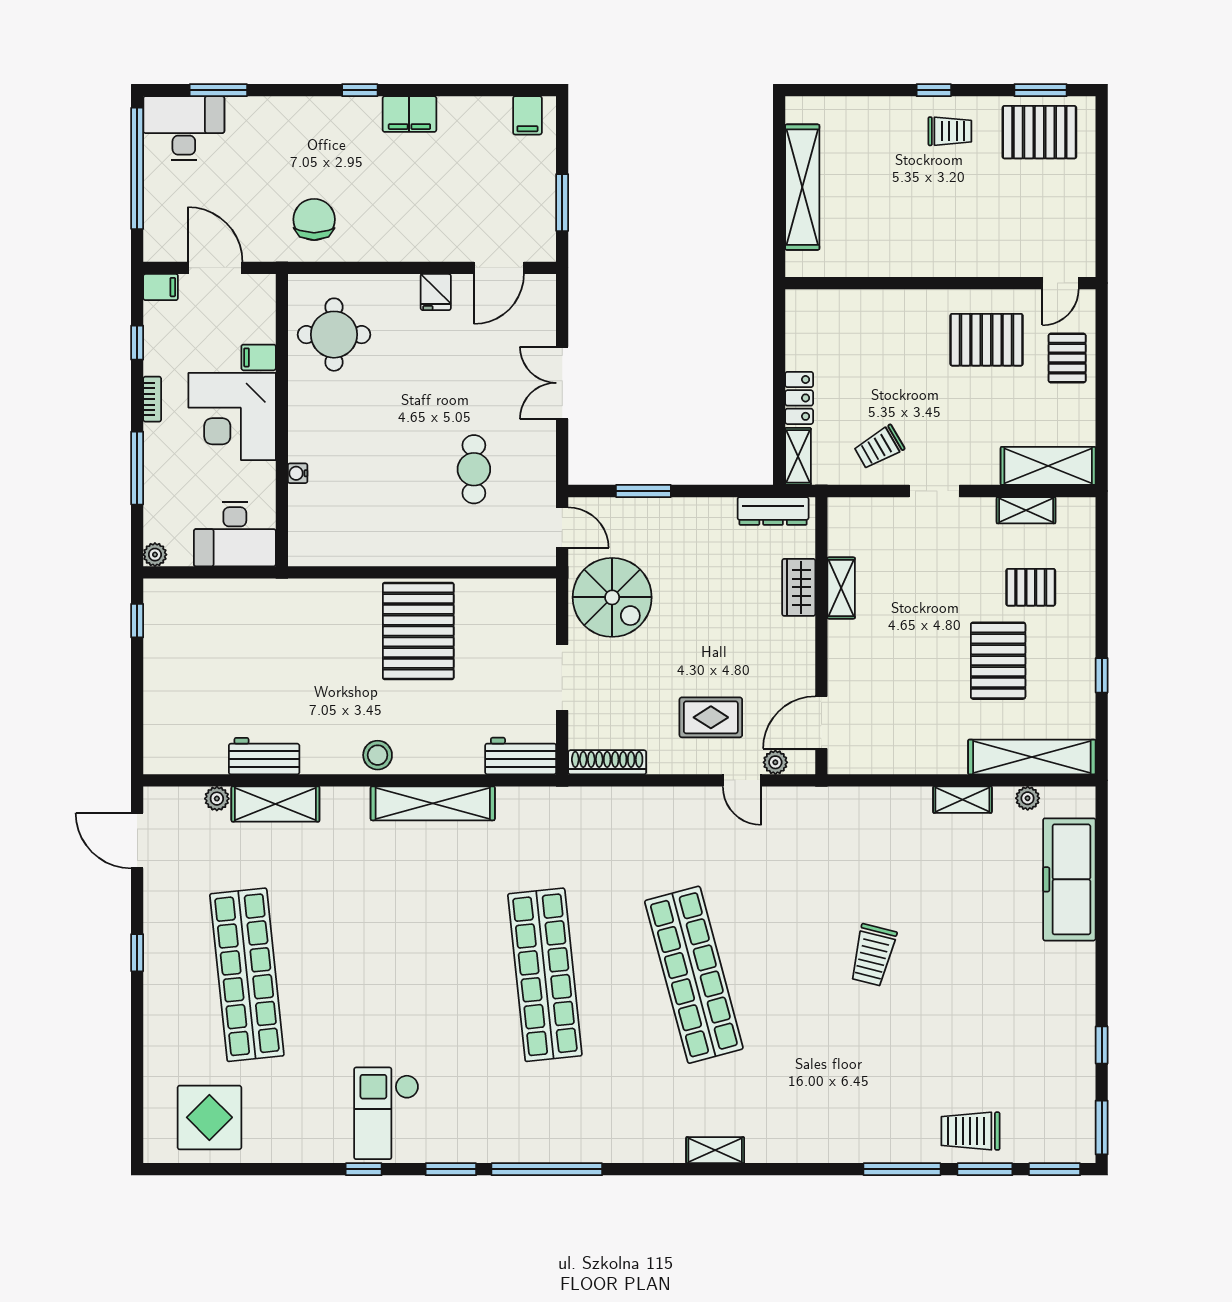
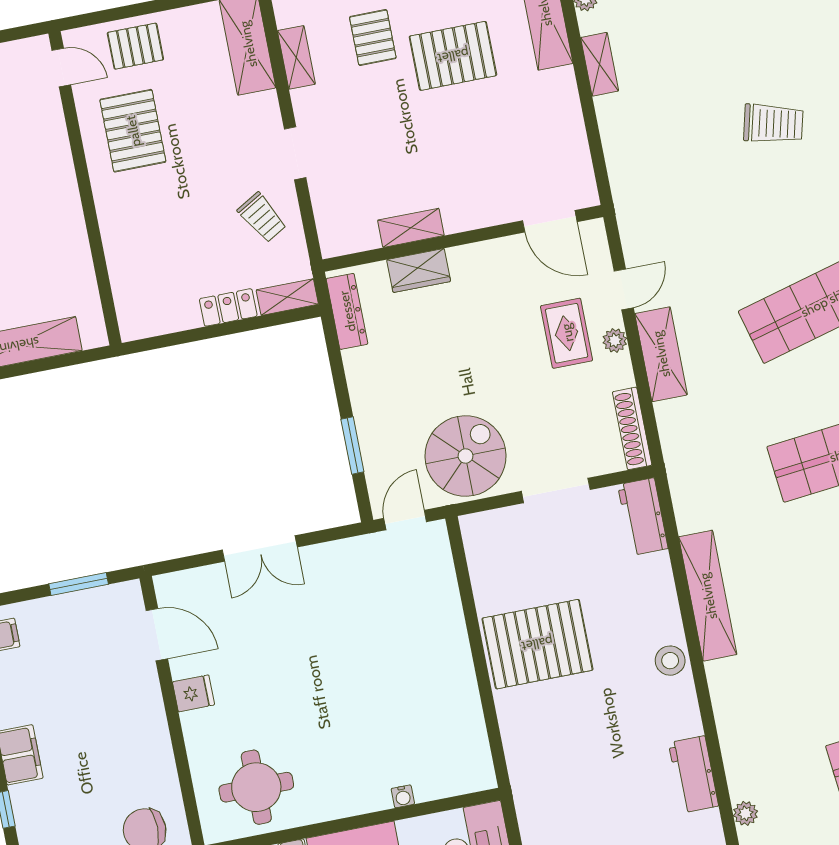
cafe table: (474, 469) -> (364, 620), removed
plant: (775, 762) -> (615, 340), moved
shelving: (275, 804) -> (661, 354), moved

